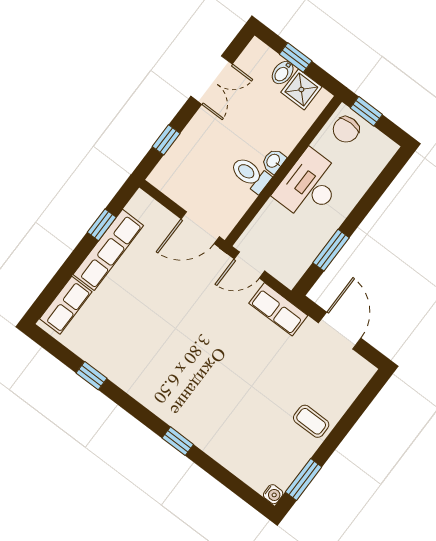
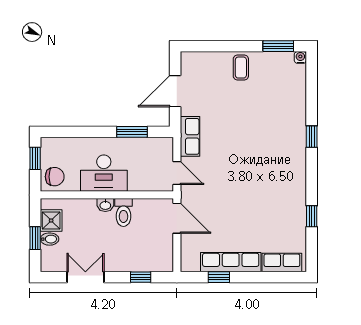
window: (366, 111) -> (35, 158), moved

